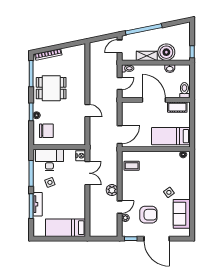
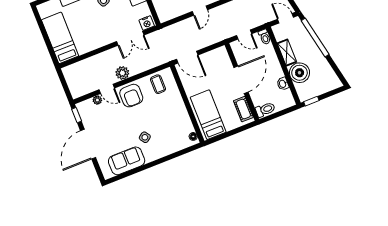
armchair: (148, 215) -> (131, 96), moved

